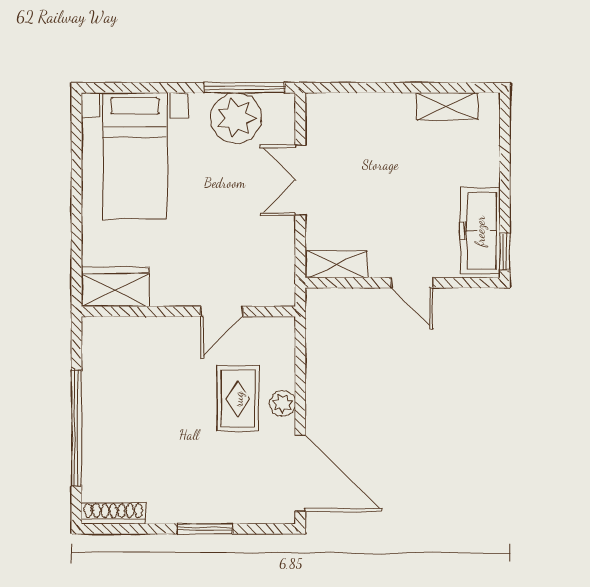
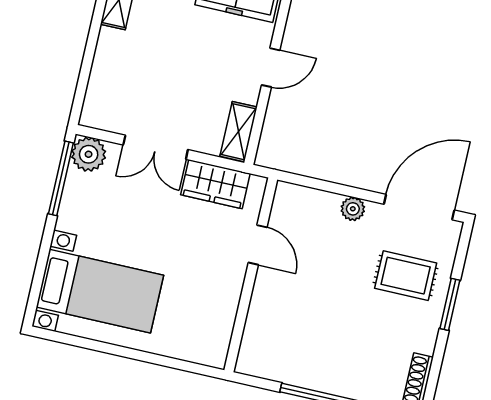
plant: (236, 118) -> (89, 154), moved, width x0.73, depth x0.73
wardrobe: (115, 287) -> (215, 184), moved, turned -90
rug: (238, 399) -> (406, 276), moved

